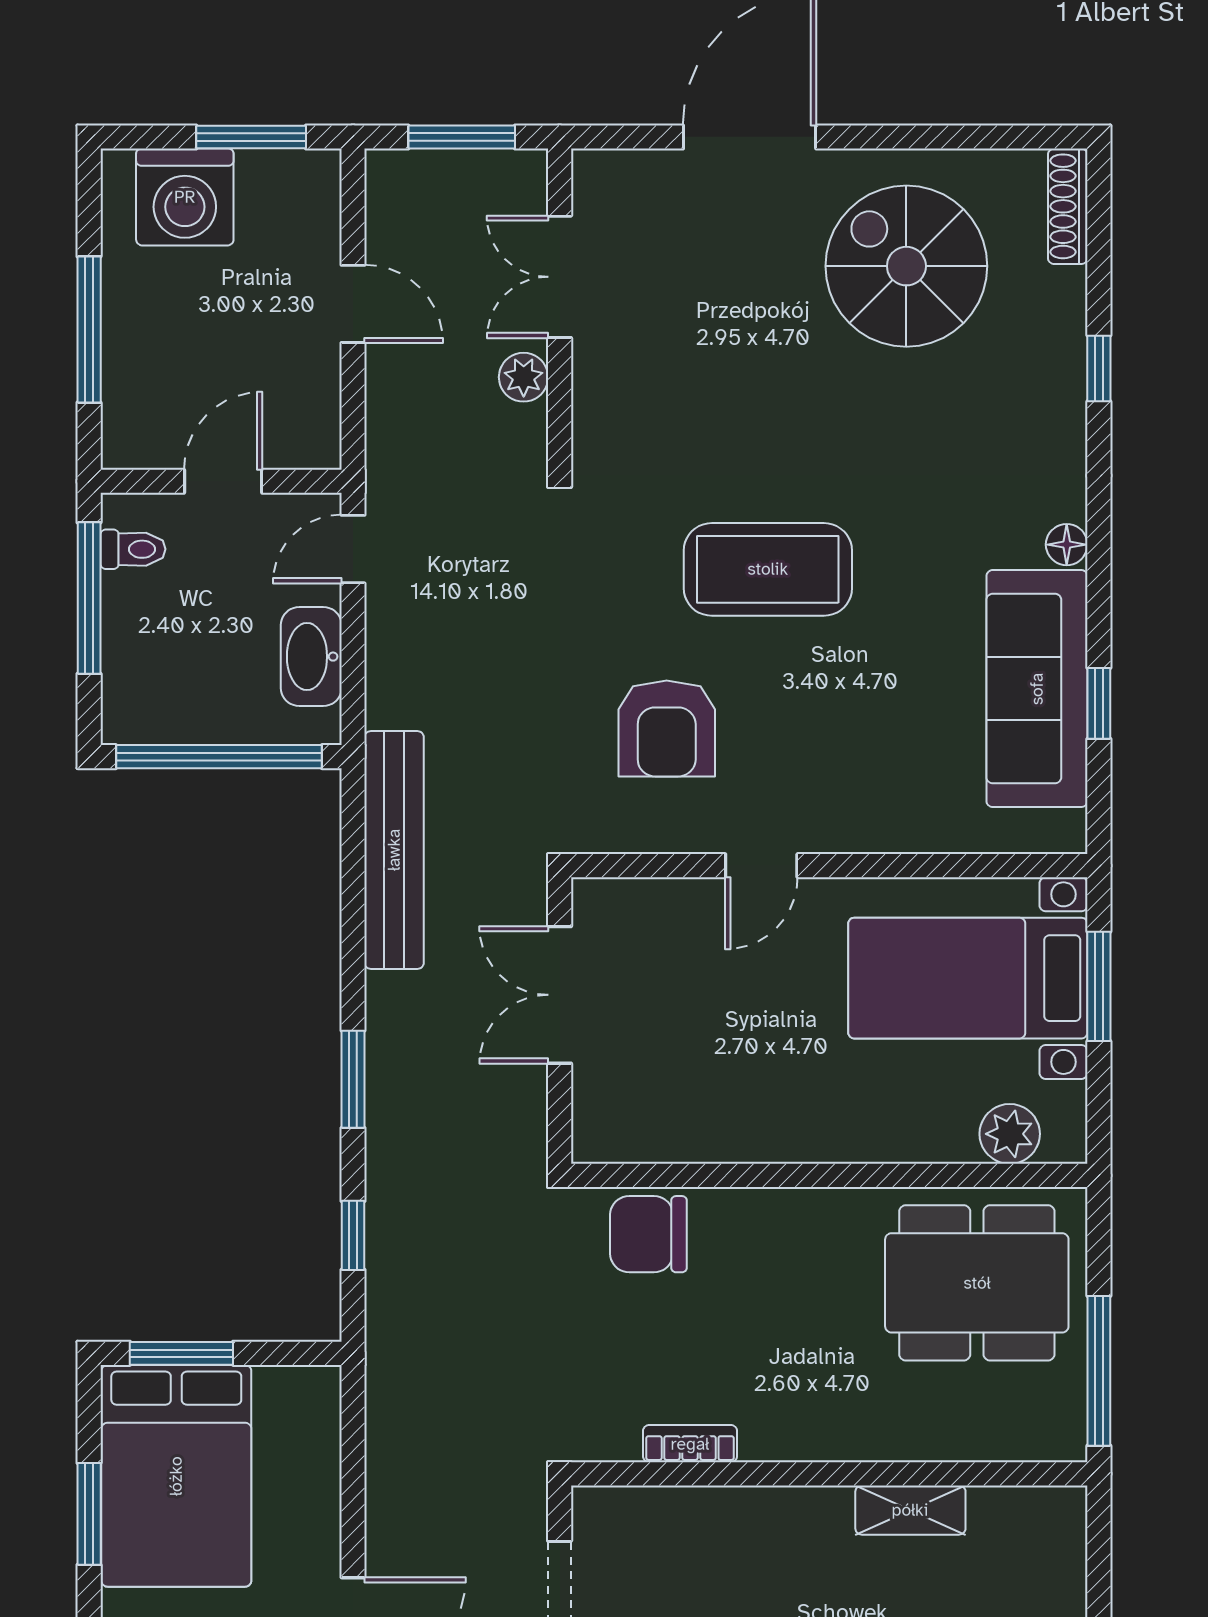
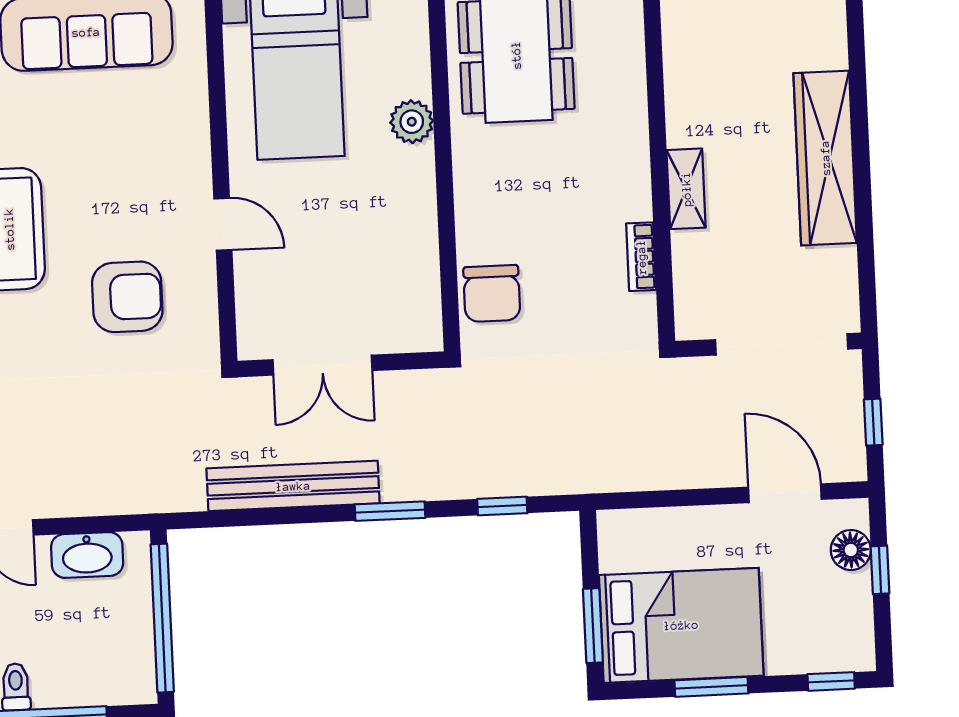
bench: (394, 850) -> (293, 486), moved
plant: (1010, 1134) -> (412, 122), moved
shelving: (910, 1510) -> (686, 189), moved

